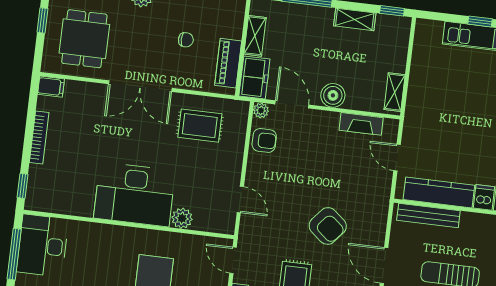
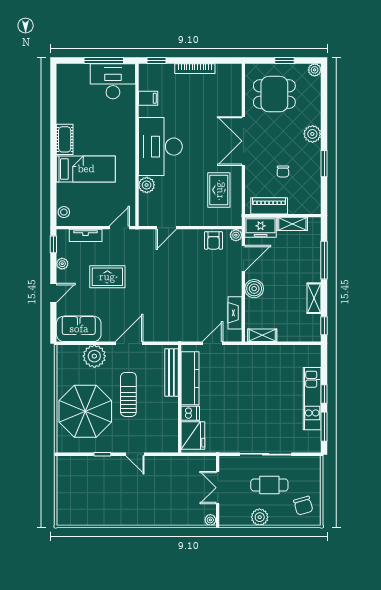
filing cabinet: (51, 87) -> (148, 98), moved, turned -90
armchair: (328, 226) -> (154, 297), removed

